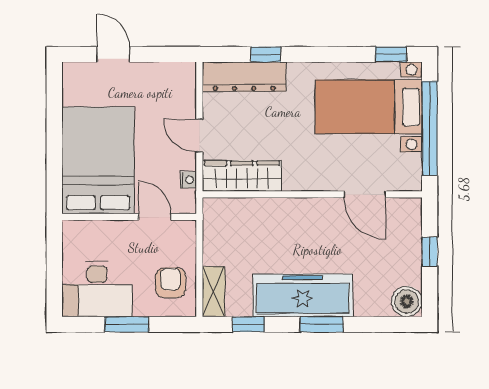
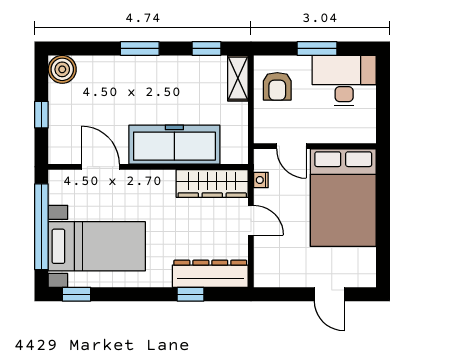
freezer: (303, 295) -> (174, 145), moved, turned 180

